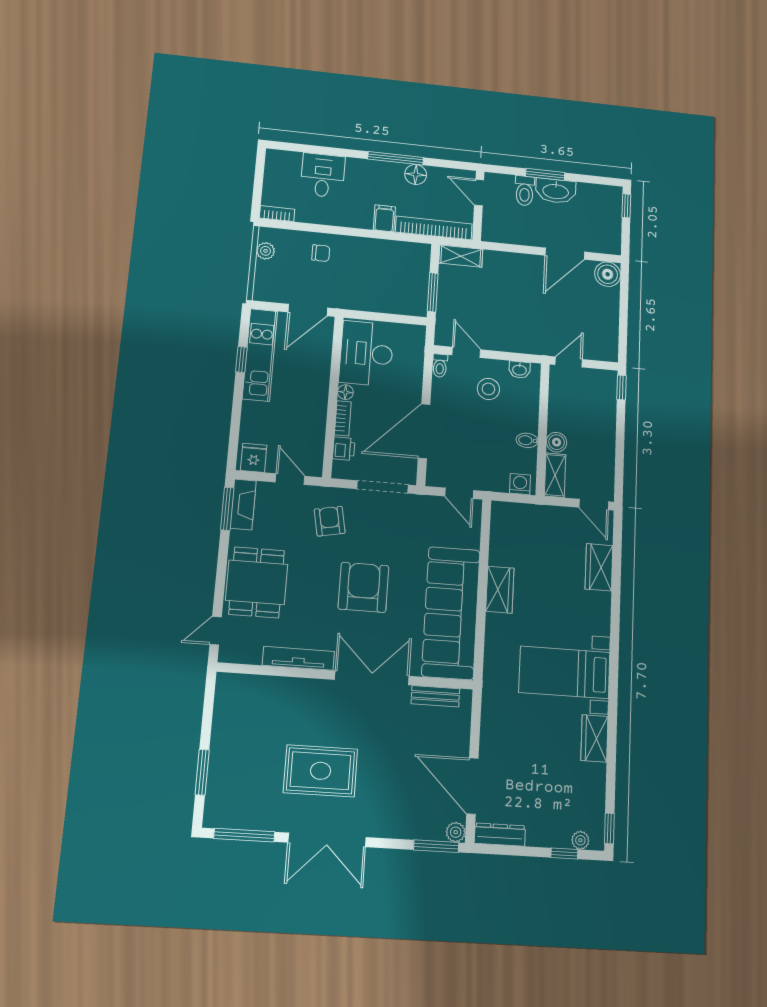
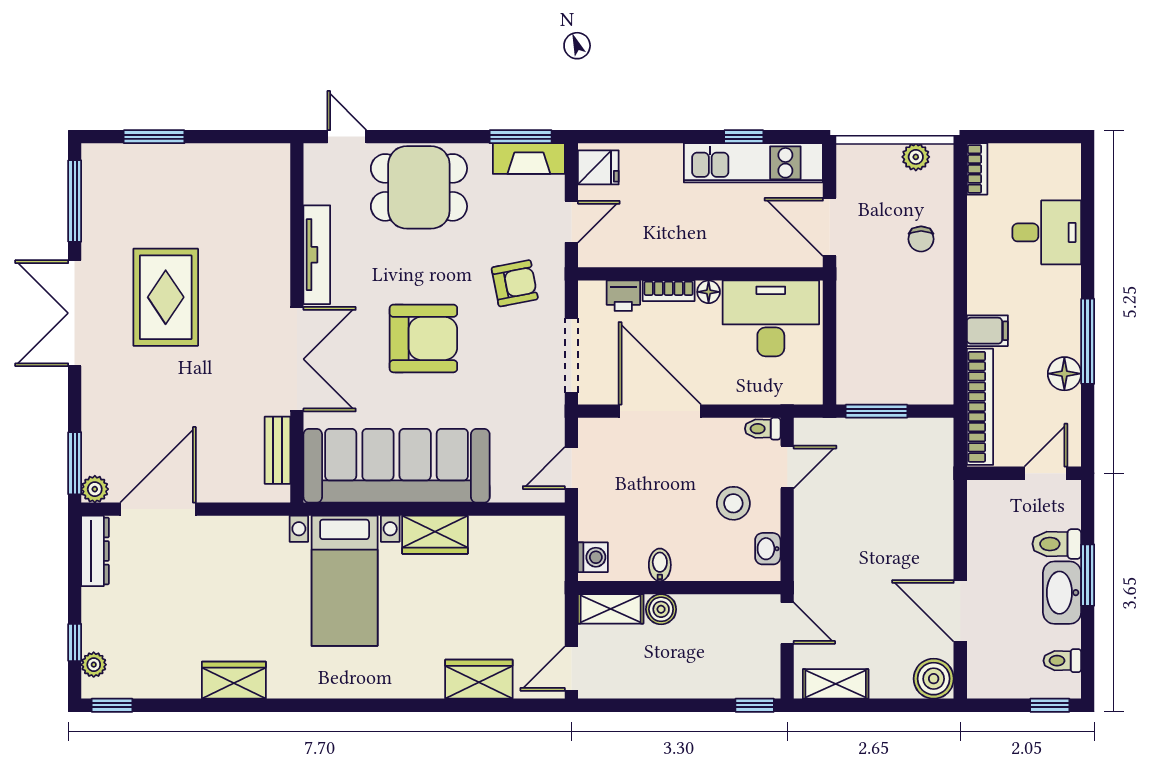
toilet: (599, 195) -> (1062, 661), added
shelving: (461, 256) -> (836, 684), moved, turned 90
bed with nightstands: (564, 672) -> (345, 581), moved, turned 180

